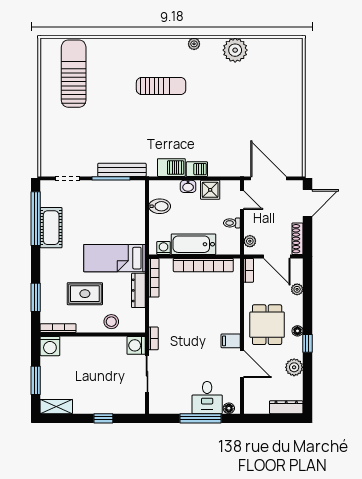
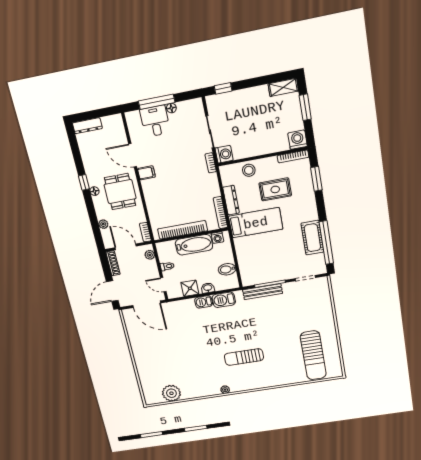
plant: (235, 50) -> (171, 393), moved
plant: (294, 367) -> (89, 161), removed
floor lamp: (229, 408) -> (171, 108), moved
window: (103, 418) -> (223, 88), moved

